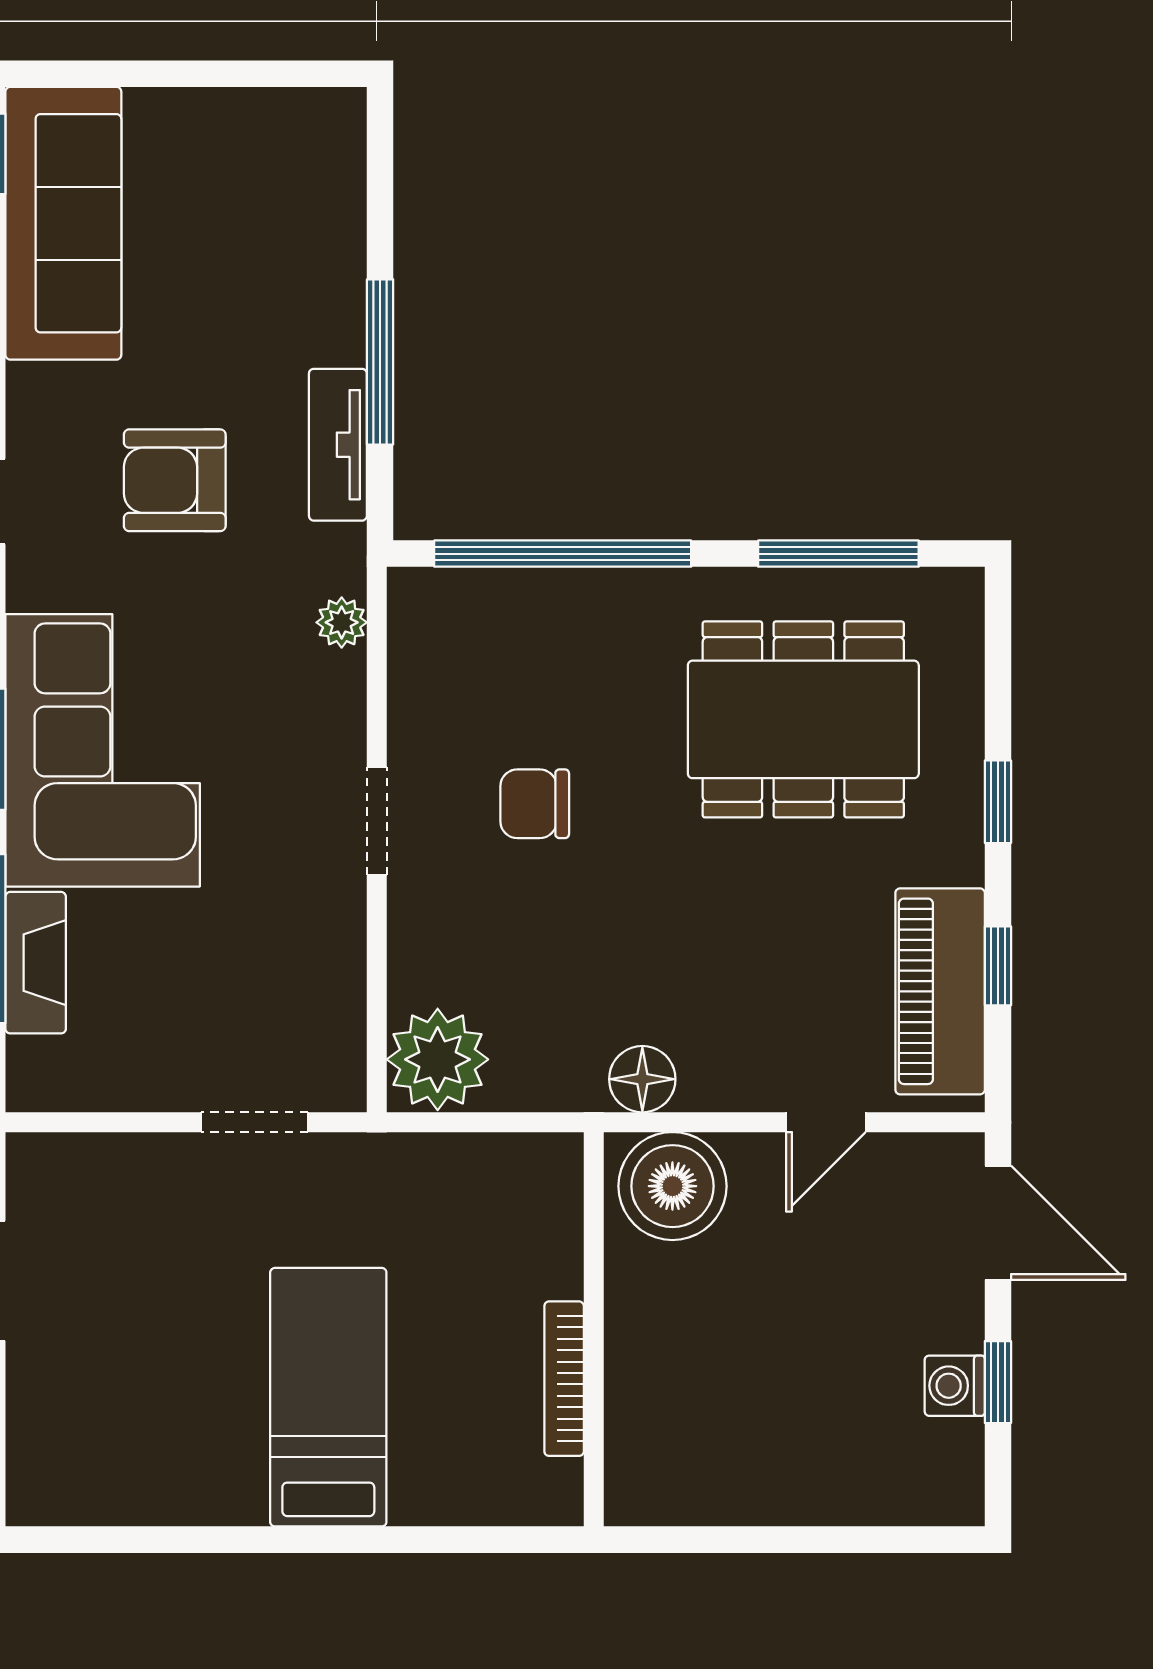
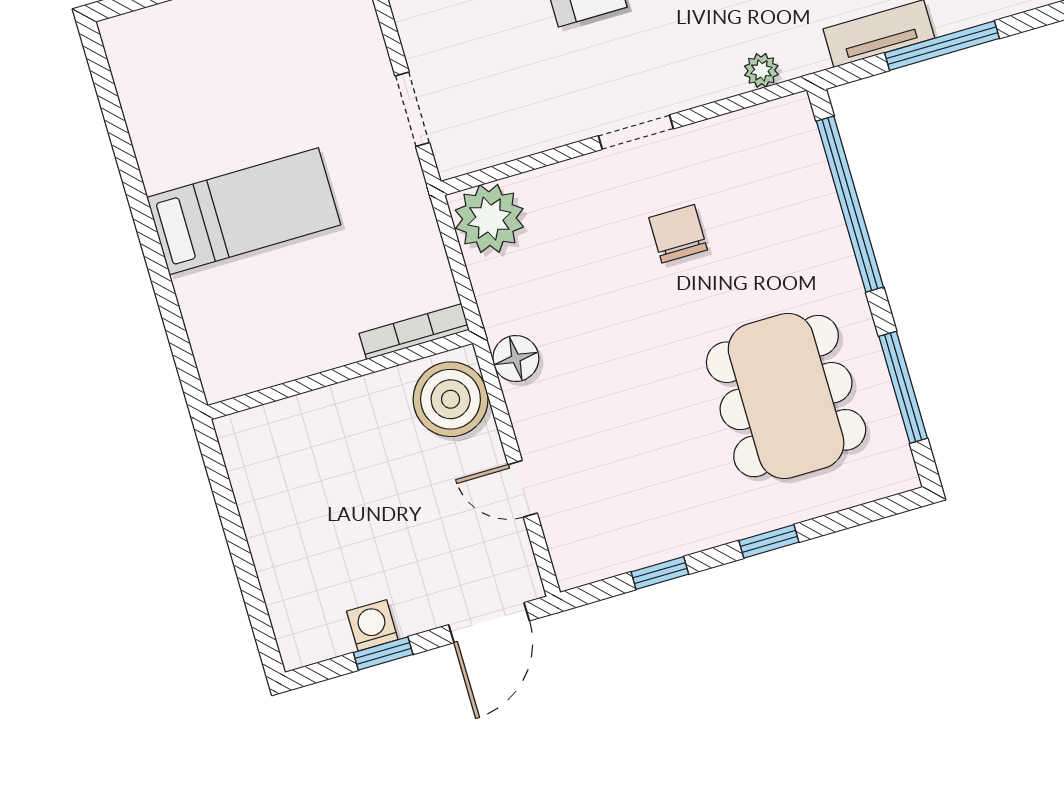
piano: (940, 991) -> (632, 539), removed
bookcase: (564, 1379) -> (414, 332), moved

